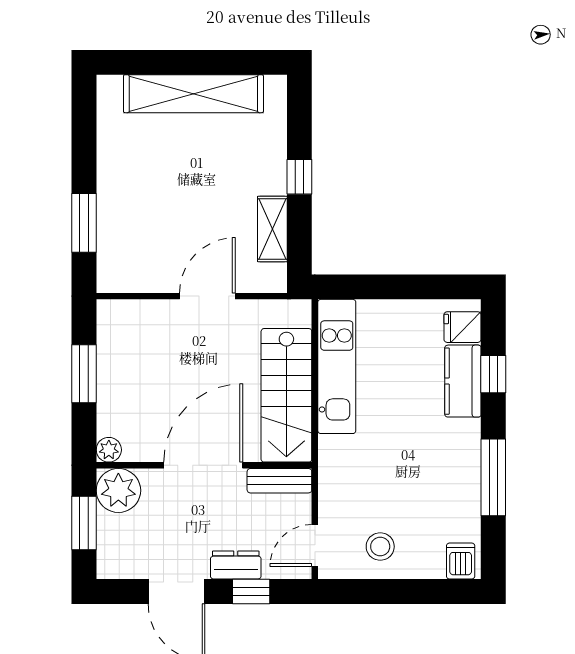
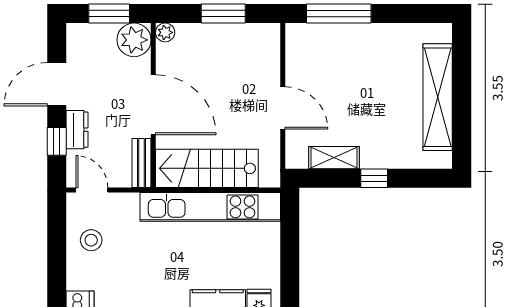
window: (84, 223) -> (339, 14), width x1.44
kitchen unit: (337, 366) -> (210, 207), width x1.36

